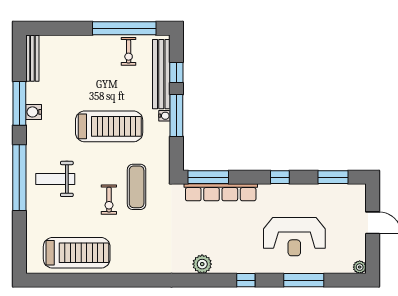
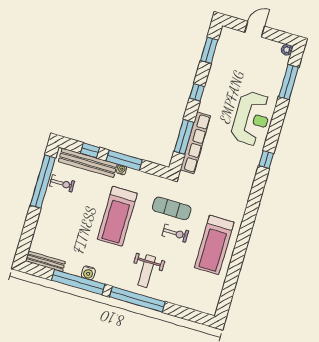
window: (19, 103) -> (78, 282), width x1.46
treadmill: (109, 126) -> (117, 216), turned 180
window: (208, 177) -> (184, 137), moved
reception desk: (294, 237) -> (252, 118), moved
treadmill: (77, 253) -> (214, 245), moved, turned 180
plant: (202, 264) -> (248, 174), removed
window: (246, 280) -> (266, 160), moved
window: (304, 280) -> (289, 82), moved

